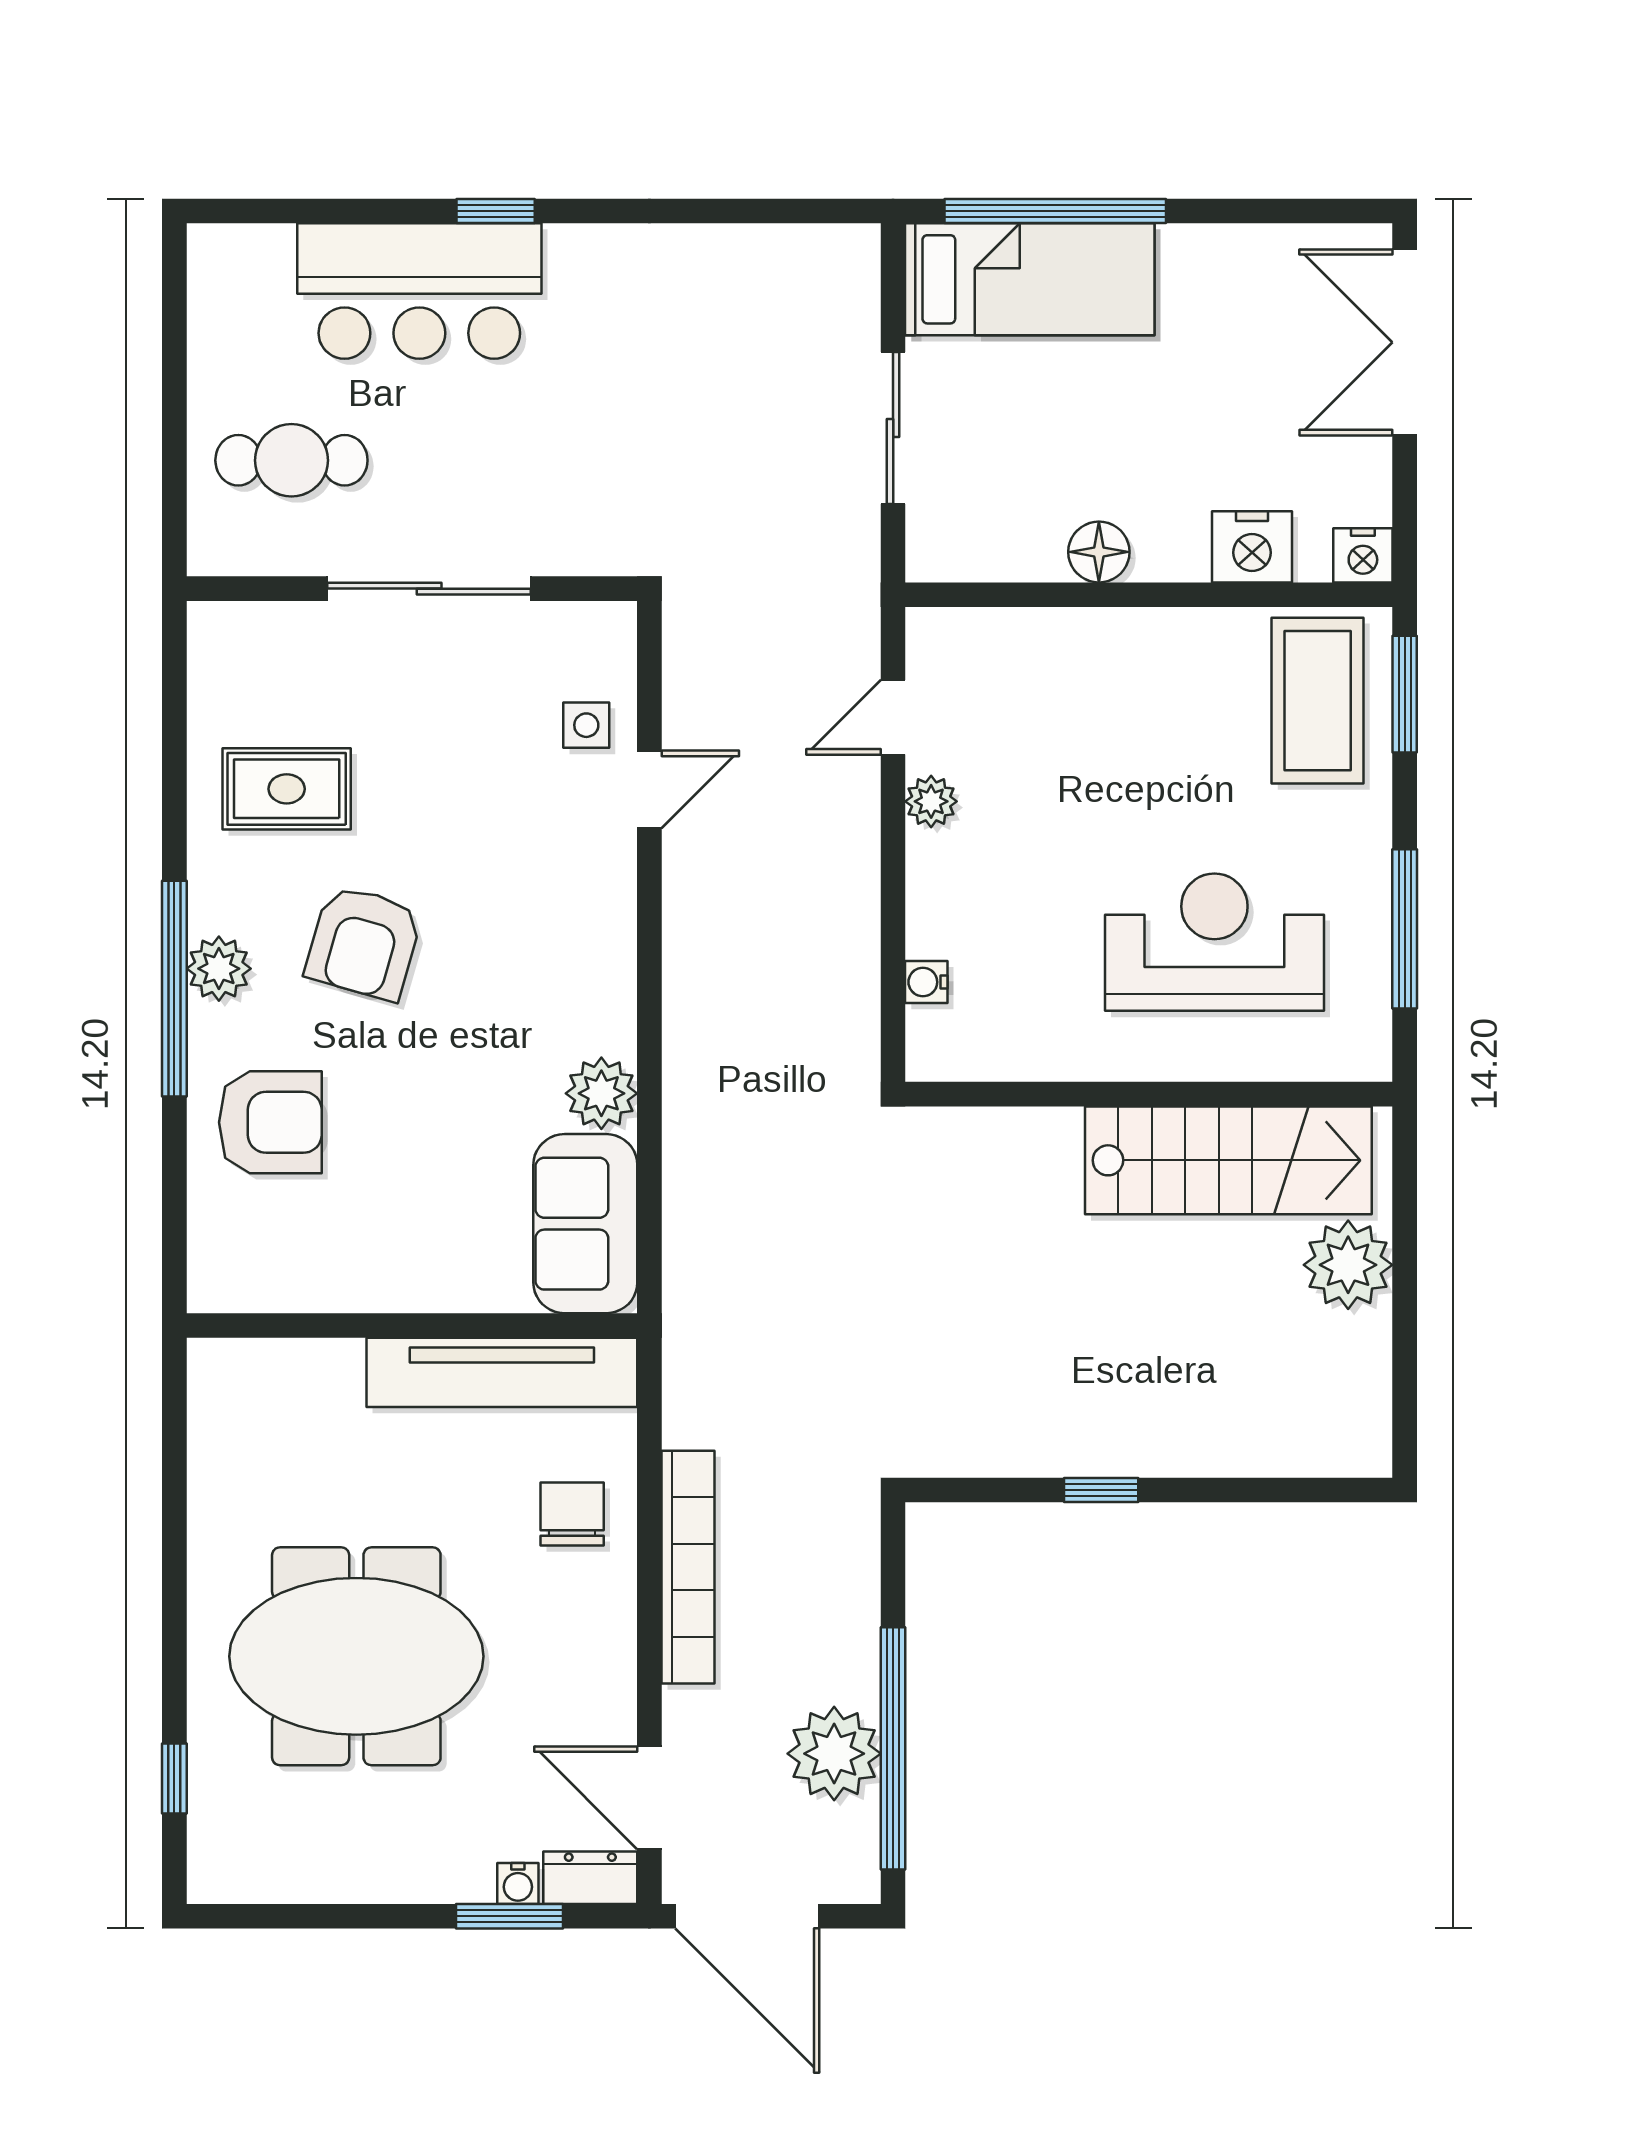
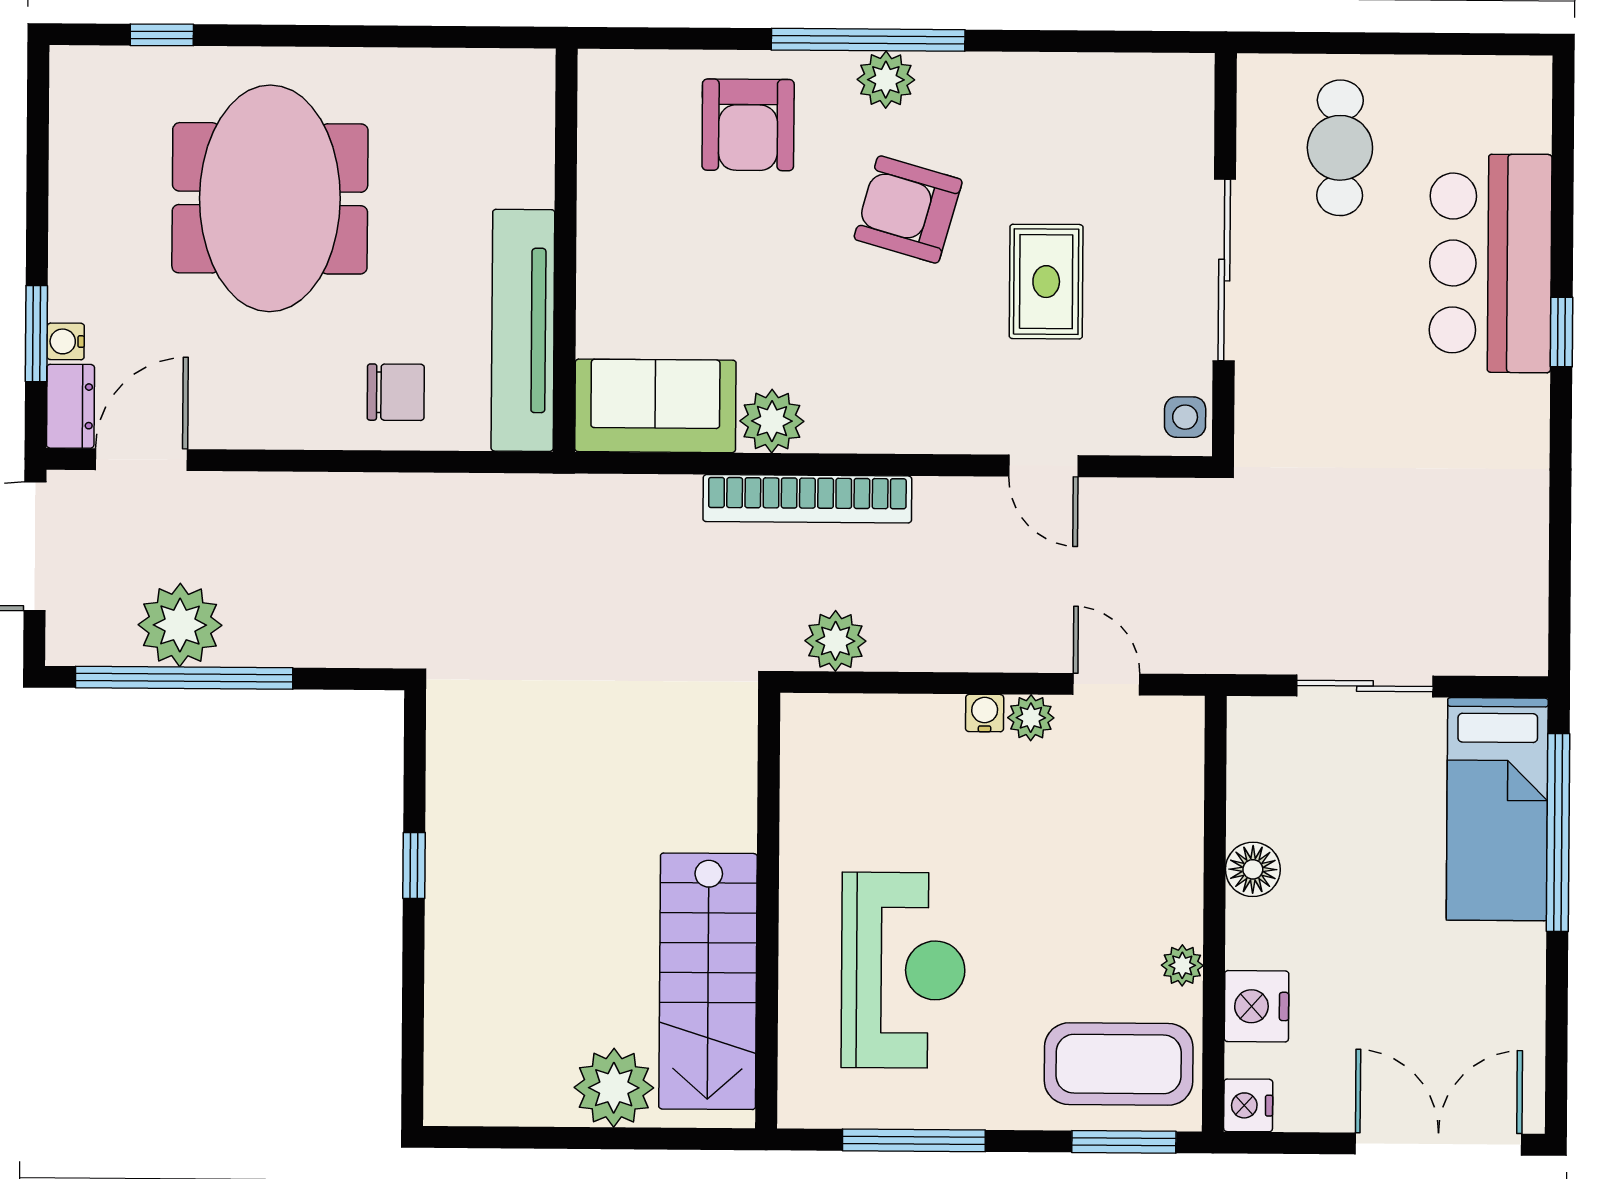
plant: (1207, 630) -> (1182, 965), added
side table: (586, 725) -> (1185, 417), moved
rug: (287, 789) -> (1046, 282), moved
water cooler: (926, 982) -> (985, 713), moved
plant: (847, 1020) -> (835, 641), added
bookcase: (688, 1567) -> (807, 499), moved

